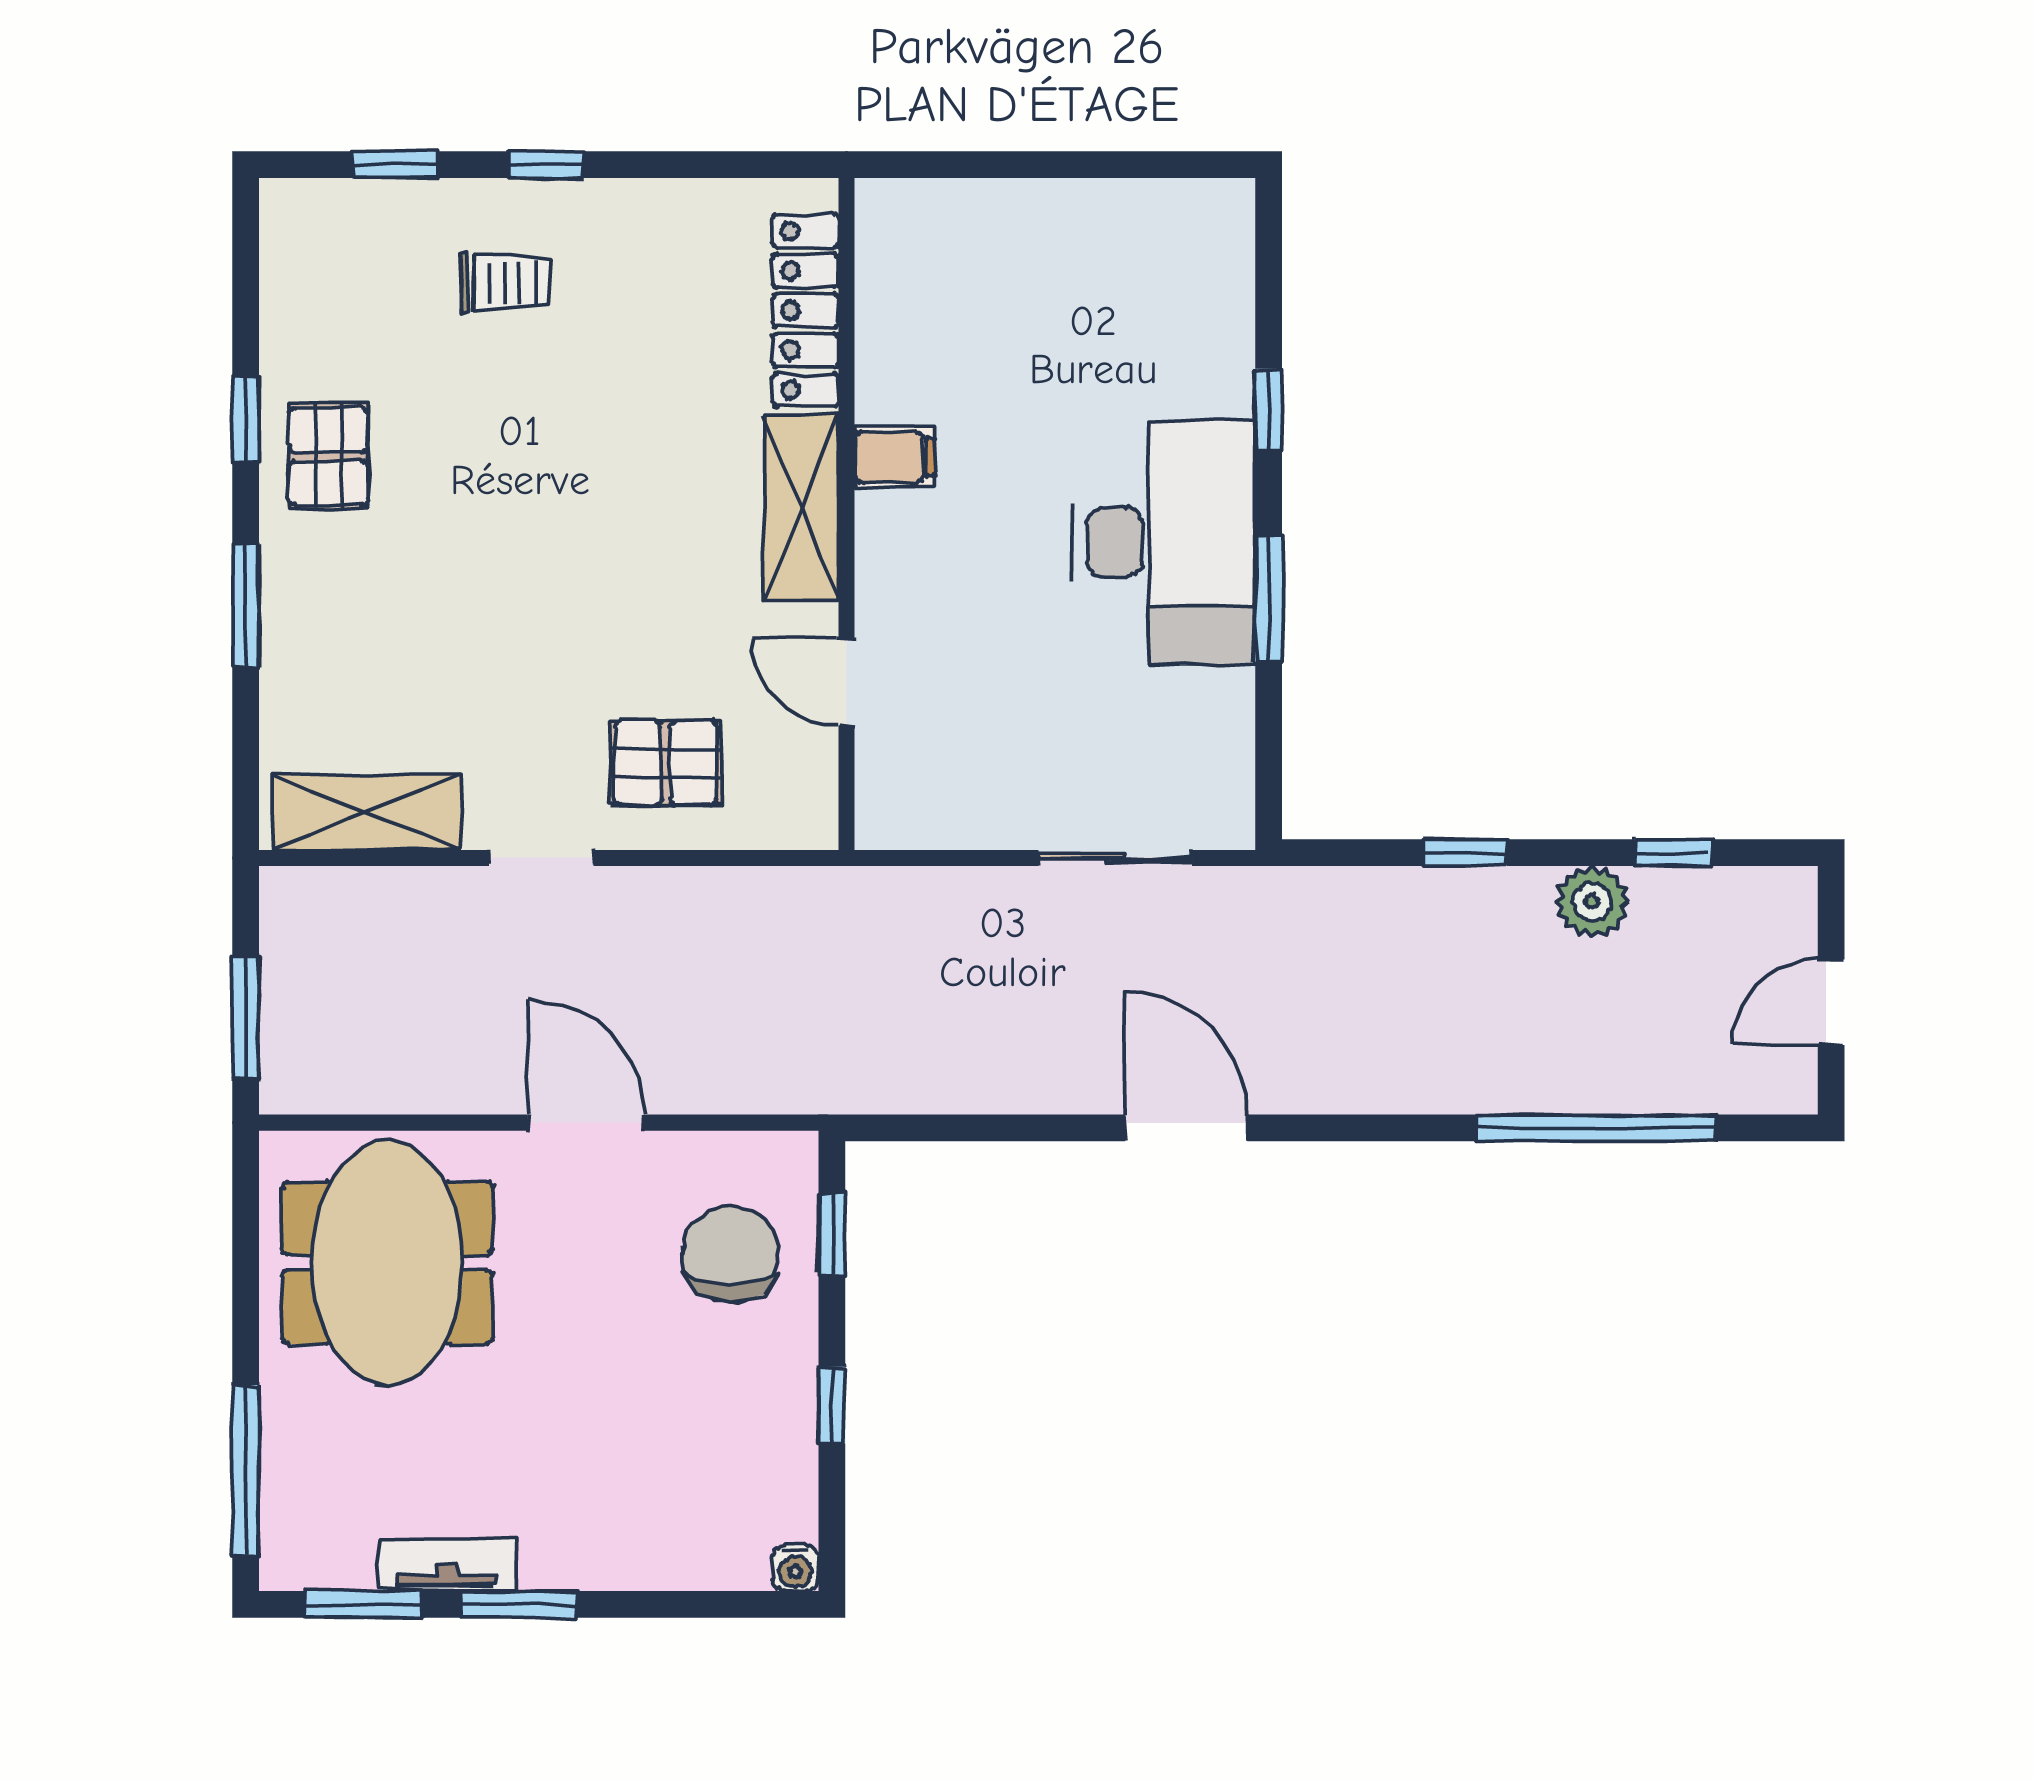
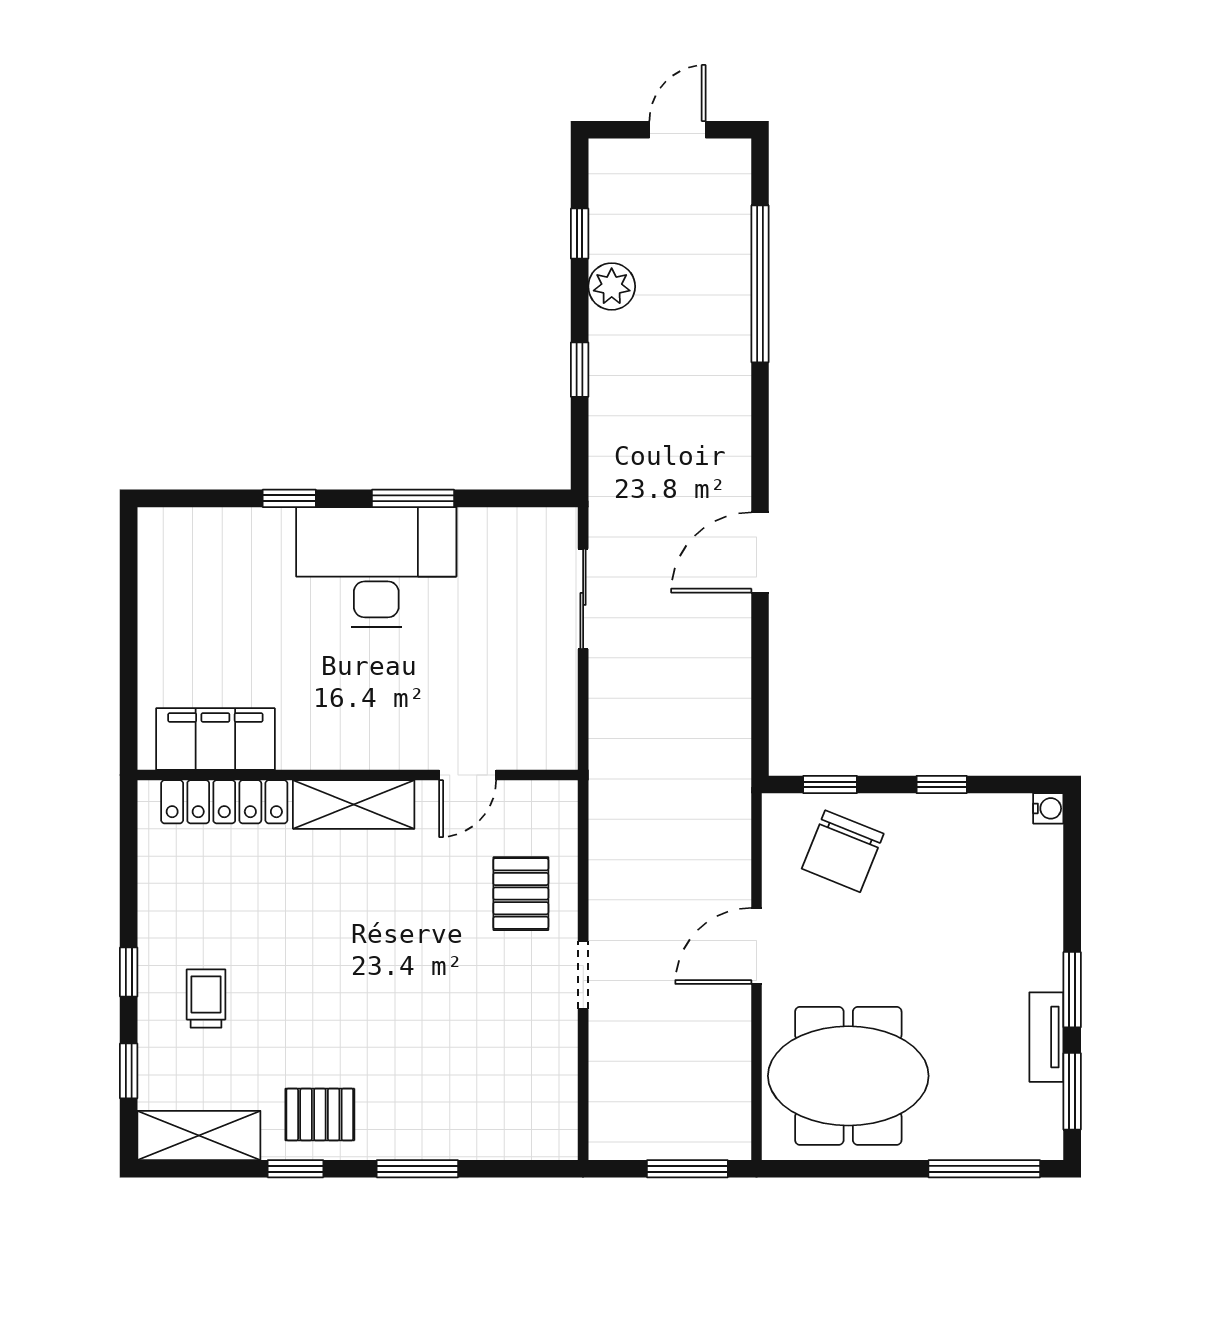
filing cabinet: (895, 457) -> (215, 739), moved, width x3.00, depth x1.17
shelving: (367, 812) -> (199, 1135), moved, turned 90
door: (1831, 1002) -> (678, 130), swing flipped
chair: (730, 1254) -> (843, 851), turned -68

